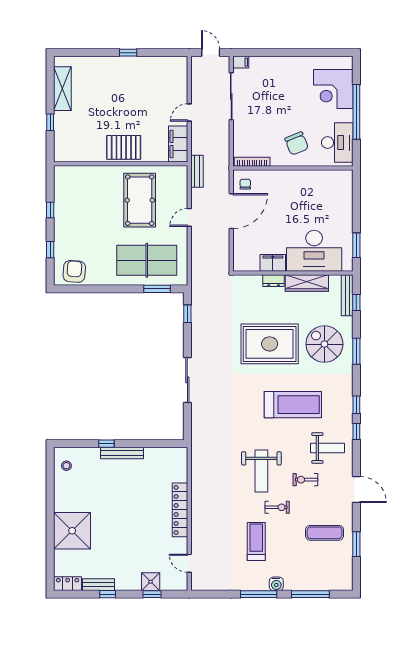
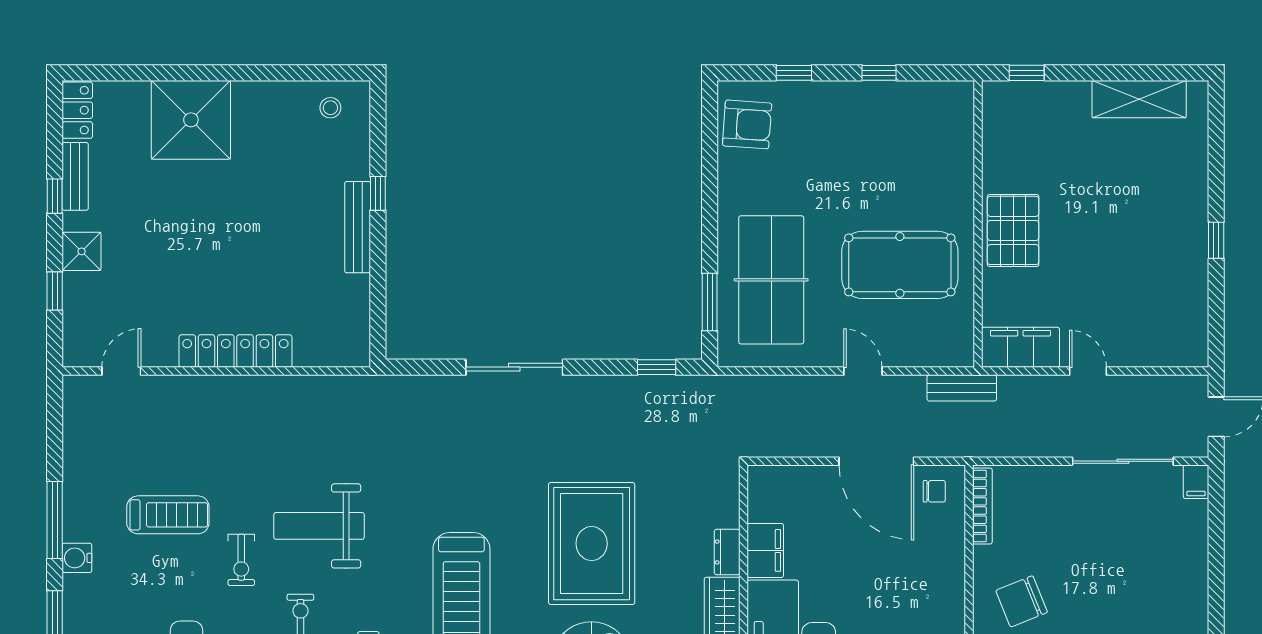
window: (50, 122) -> (1027, 73), moved
shower: (151, 582) -> (82, 251), moved

